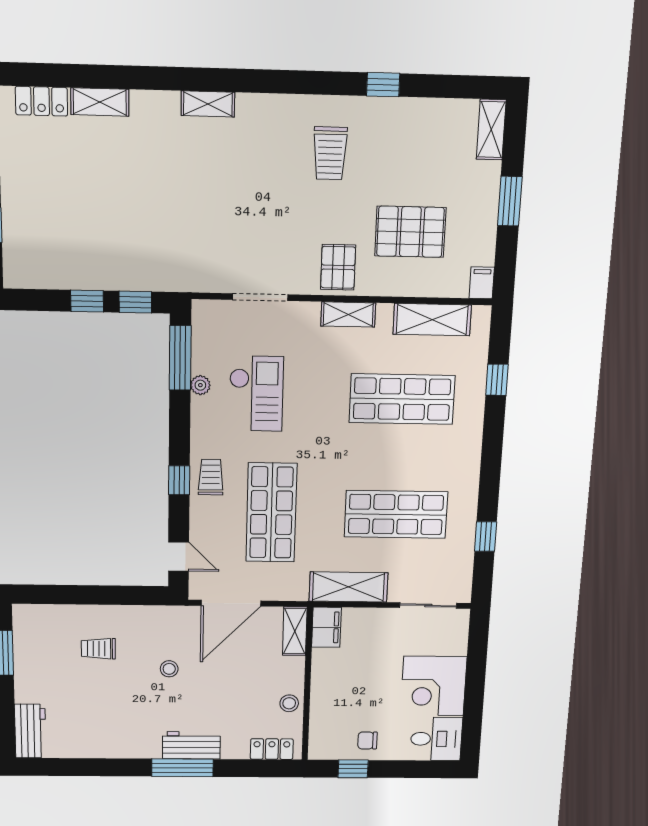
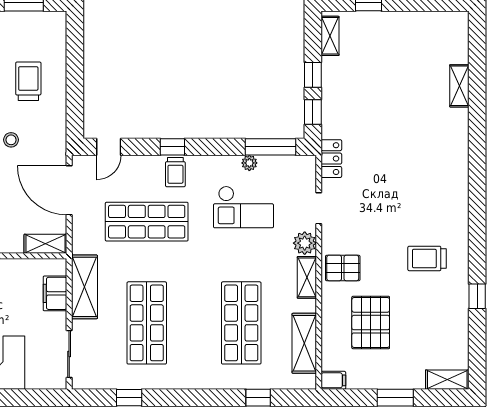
locker: (41, 101) -> (331, 159), moved, turned 180
shelving: (208, 104) -> (330, 36), moved
doorway: (260, 297) -> (319, 208), width x0.73
plant: (304, 316) -> (305, 243), added
trolley: (211, 477) -> (175, 172), turned 90
filing cabinet: (326, 627) -> (55, 293), moved, turned 90
trolley: (98, 649) -> (28, 81), width x1.36, depth x1.39

